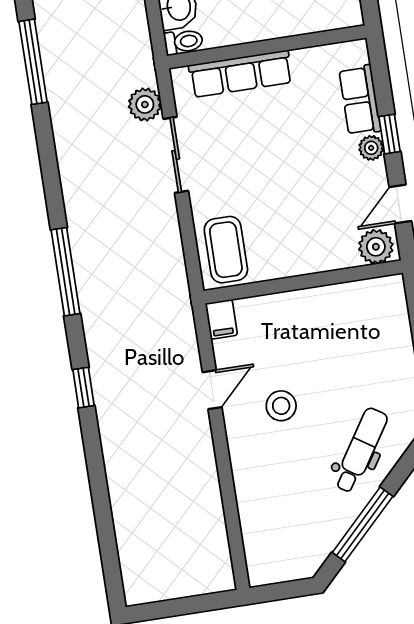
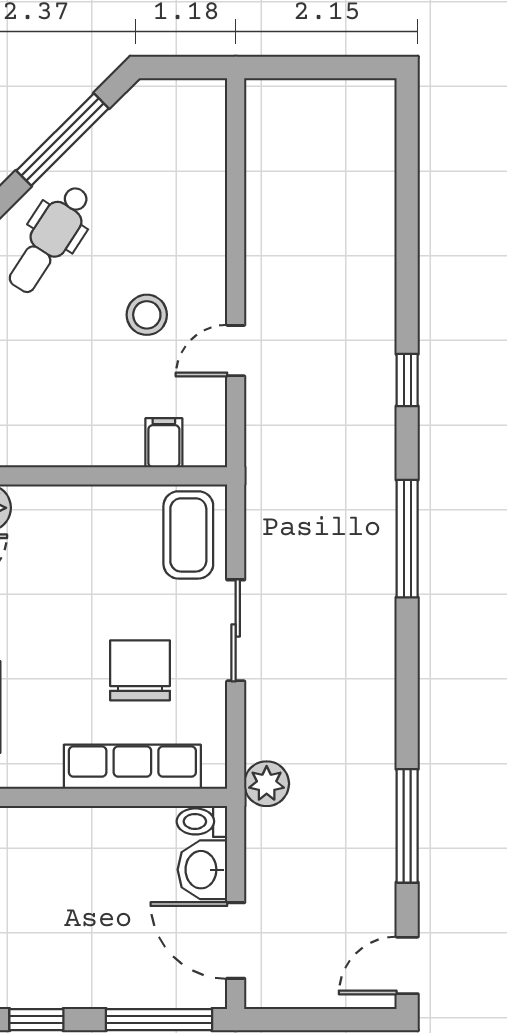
plant: (145, 104) -> (267, 784), moved
chair: (246, 145) -> (140, 670), added
sliding door: (176, 155) -> (236, 630), moved
filing cabinet: (221, 319) -> (164, 443), moved

